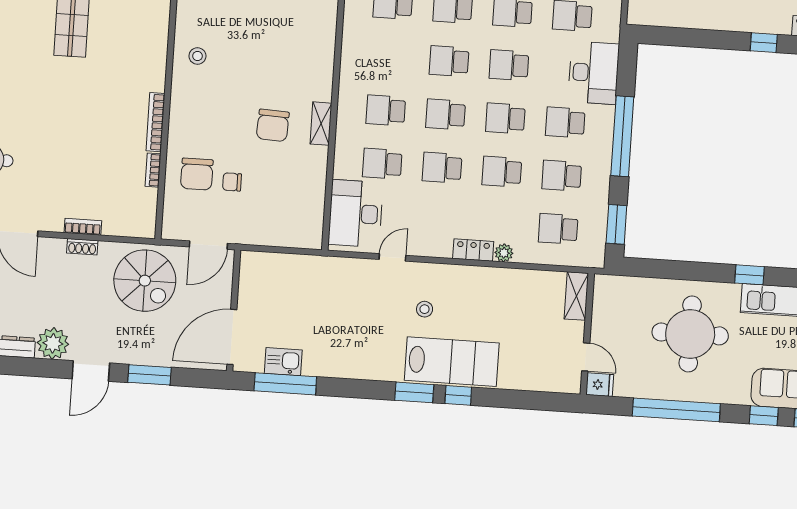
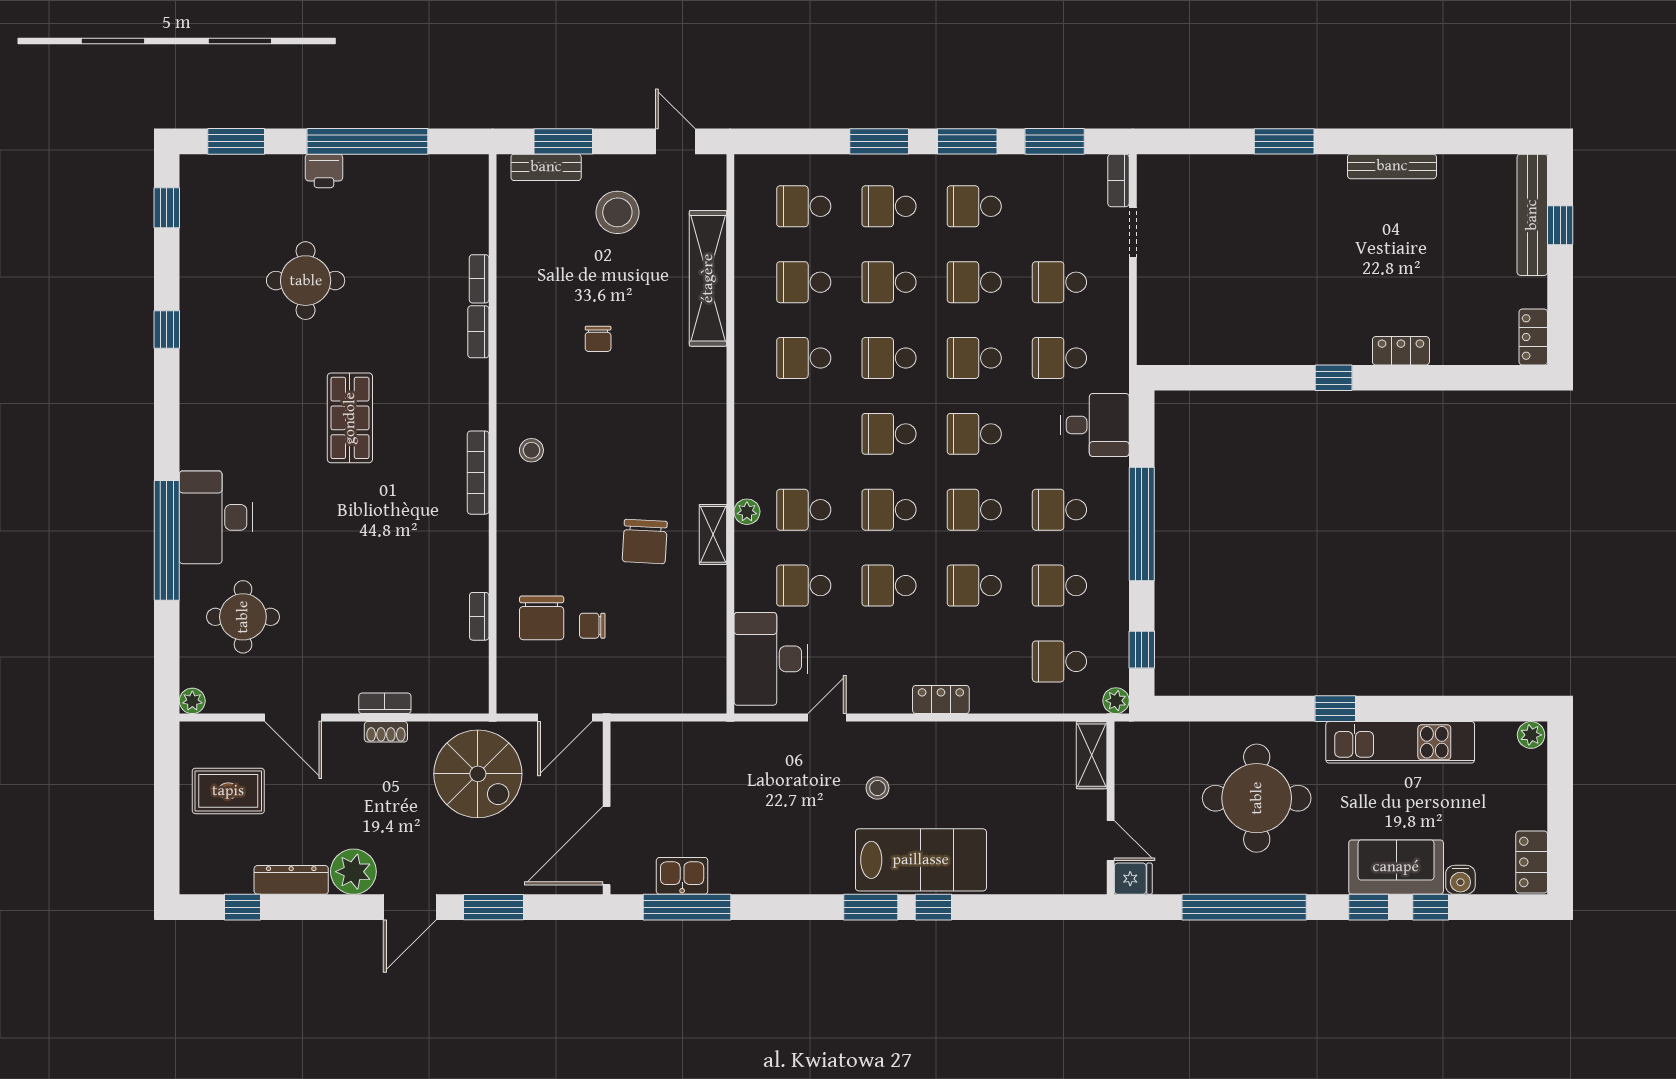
desk: (594, 73) -> (1095, 425), width x0.73
plant: (346, 109) -> (747, 512), added
bookcase: (155, 122) -> (478, 473), moved
window: (616, 224) -> (1142, 650), width x0.67
plant: (504, 253) -> (1116, 701), moved

